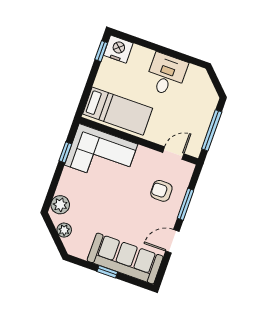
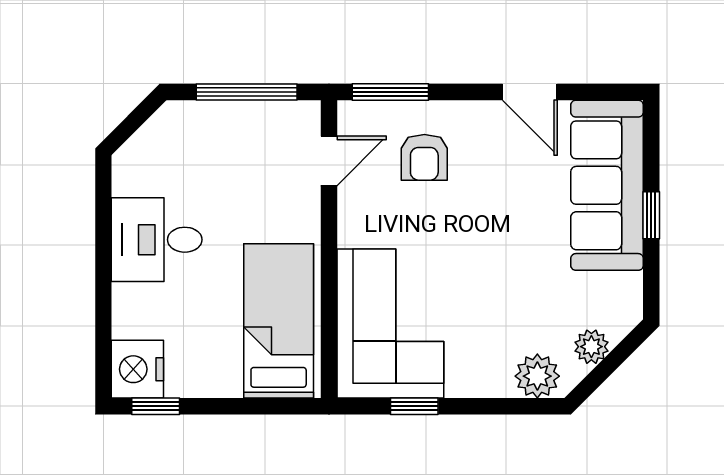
door: (173, 153) -> (329, 161), swing flipped
window: (186, 204) -> (390, 92), moved

